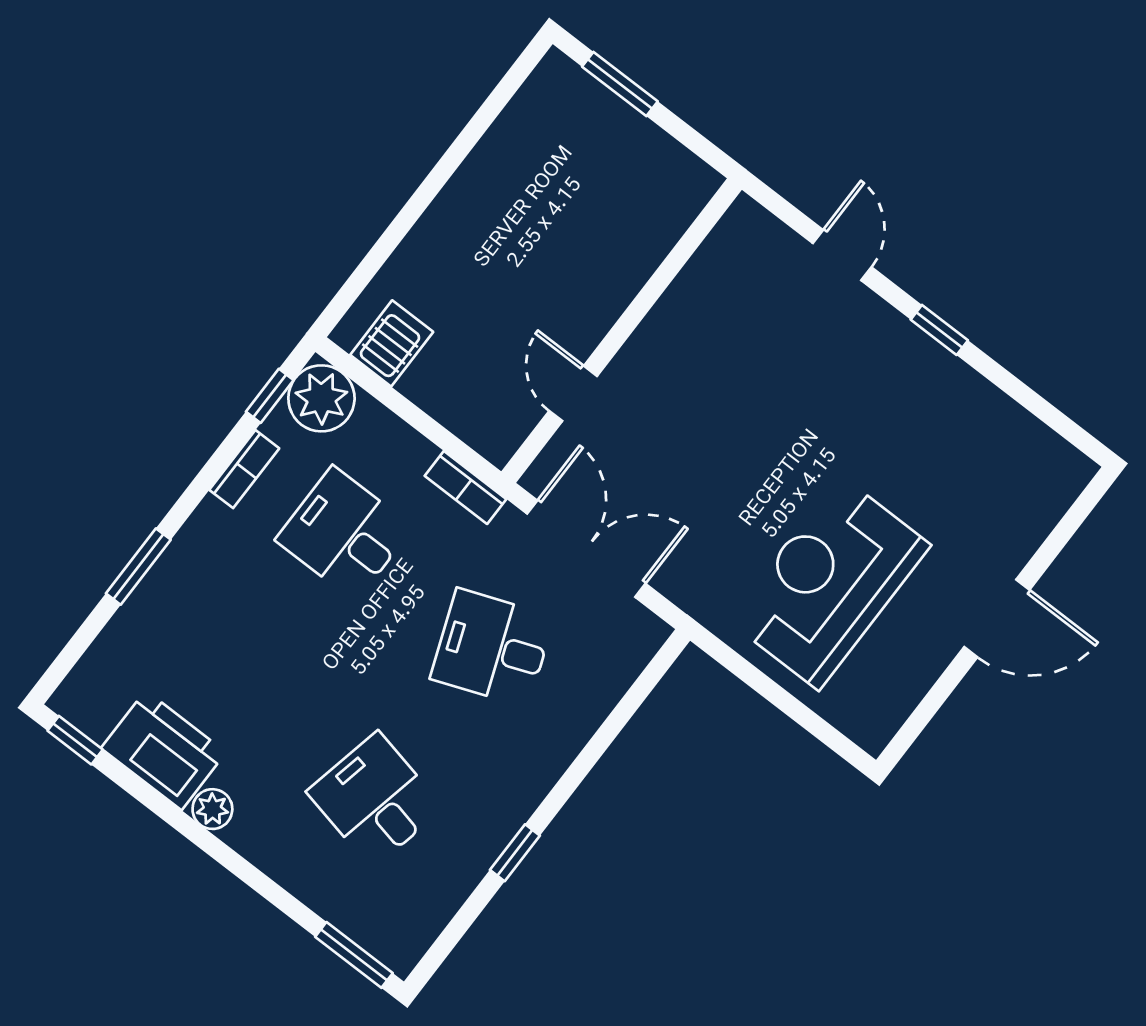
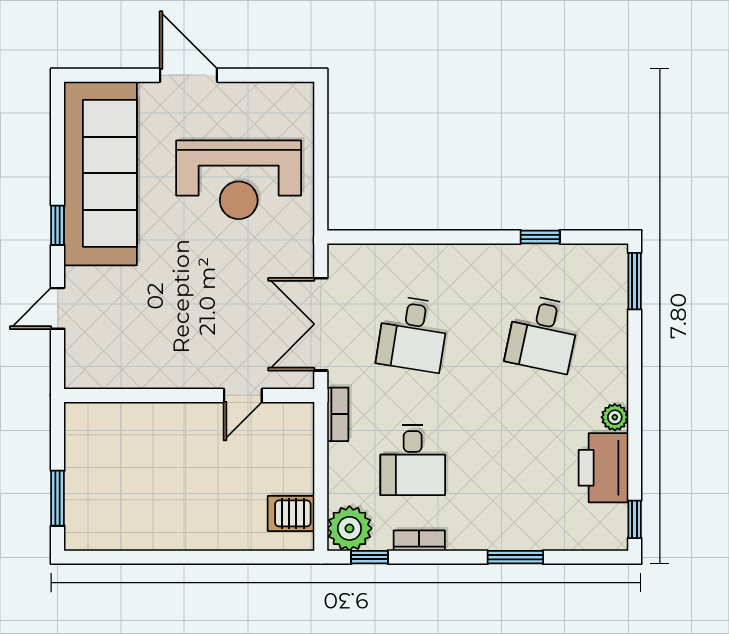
sofa: (961, 427) -> (100, 173), added
desk: (492, 648) -> (413, 334), turned 30
window: (515, 853) -> (540, 237), moved

